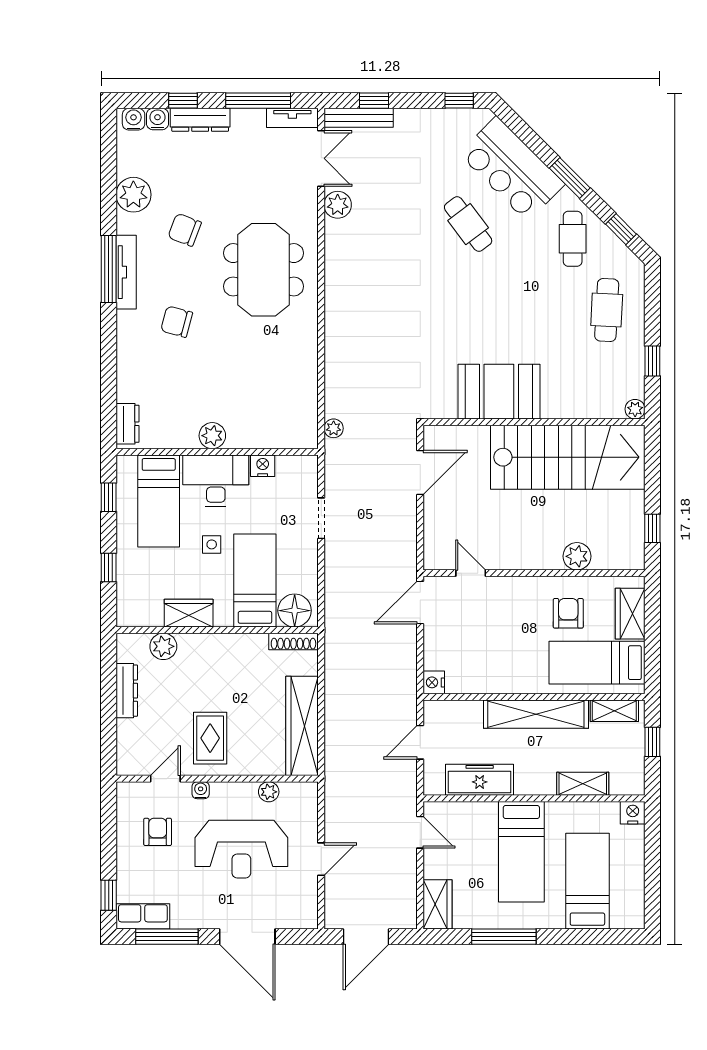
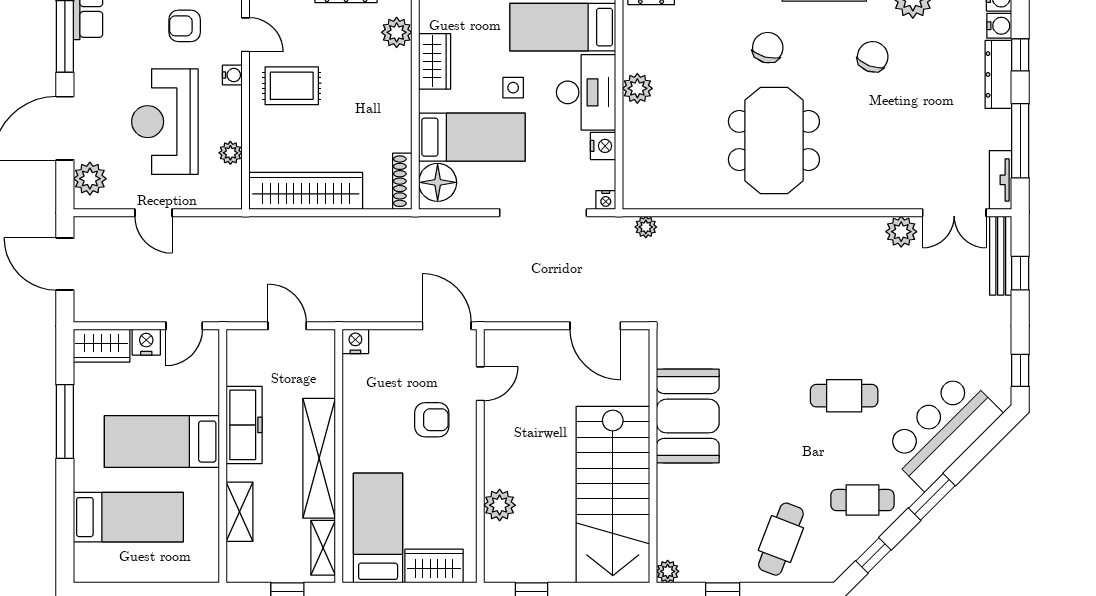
cafe table: (468, 224) -> (844, 396), moved, turned 37
meeting table: (263, 270) -> (774, 141), moved, turned 90
cafe table: (607, 310) -> (781, 539), turned -72
nightstand: (310, 463) -> (606, 200), added
doorway: (321, 518) -> (543, 213), width x1.87
armchair: (568, 613) -> (432, 420), moved
freezer: (480, 780) -> (244, 425), moved
nightstand: (633, 813) -> (146, 342), moved, turned -90
armchair: (158, 832) -> (185, 26), turned 180
plant: (291, 915) -> (90, 179), added

